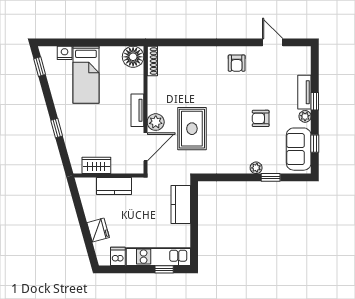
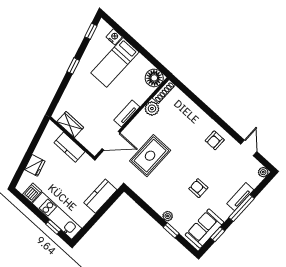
window: (315, 101) -> (241, 208), width x2.17
plant: (305, 116) -> (263, 172), moved
plant: (156, 122) -> (152, 109), moved
window: (57, 128) -> (73, 66), moved

